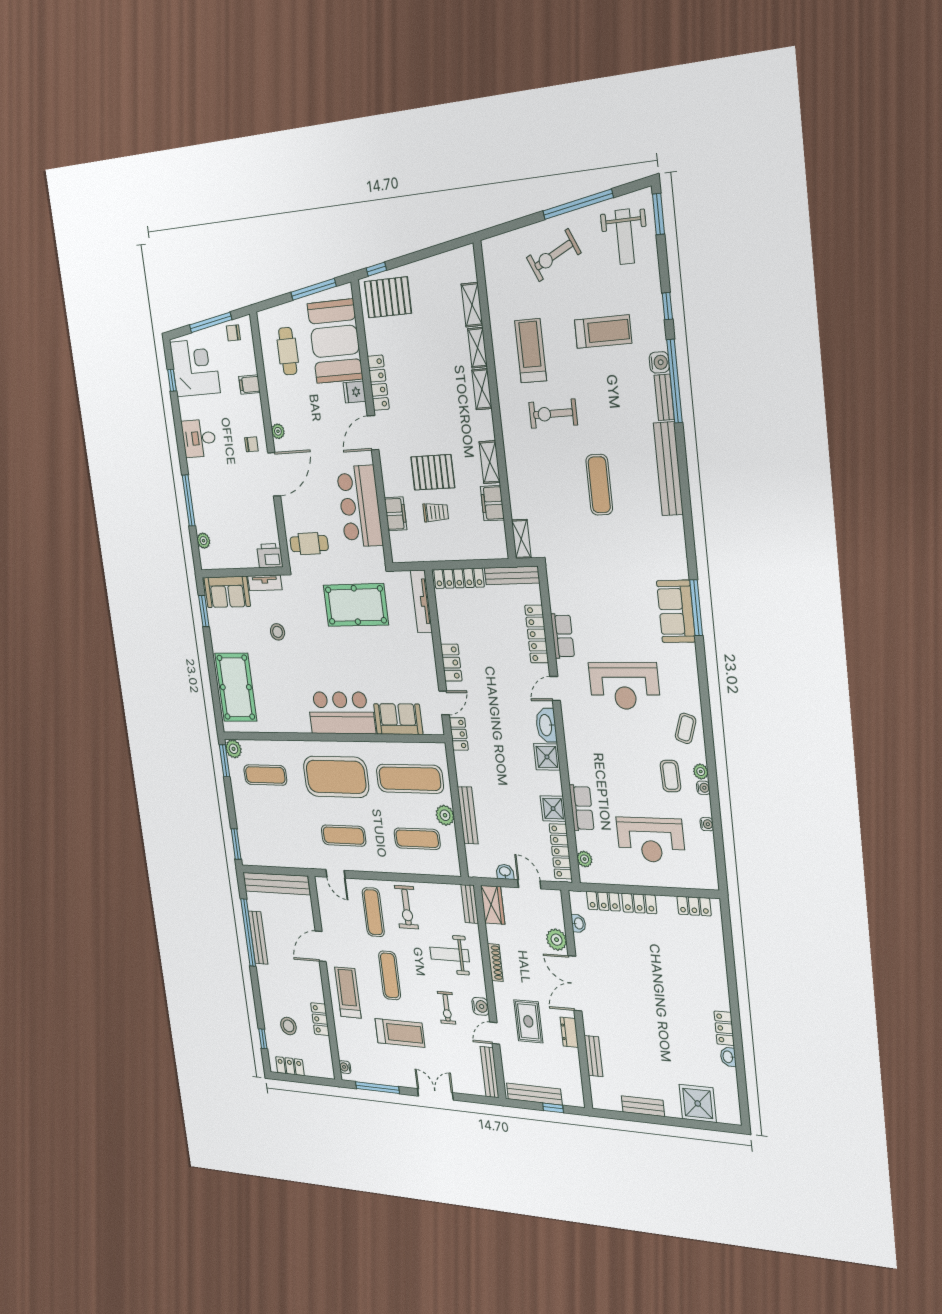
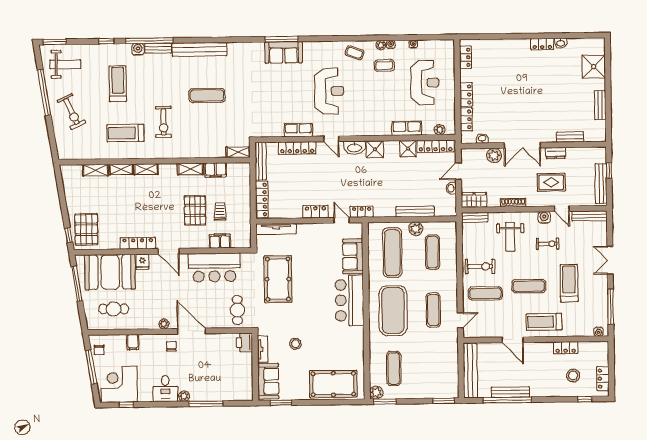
plant: (203, 541) -> (184, 396), moved

